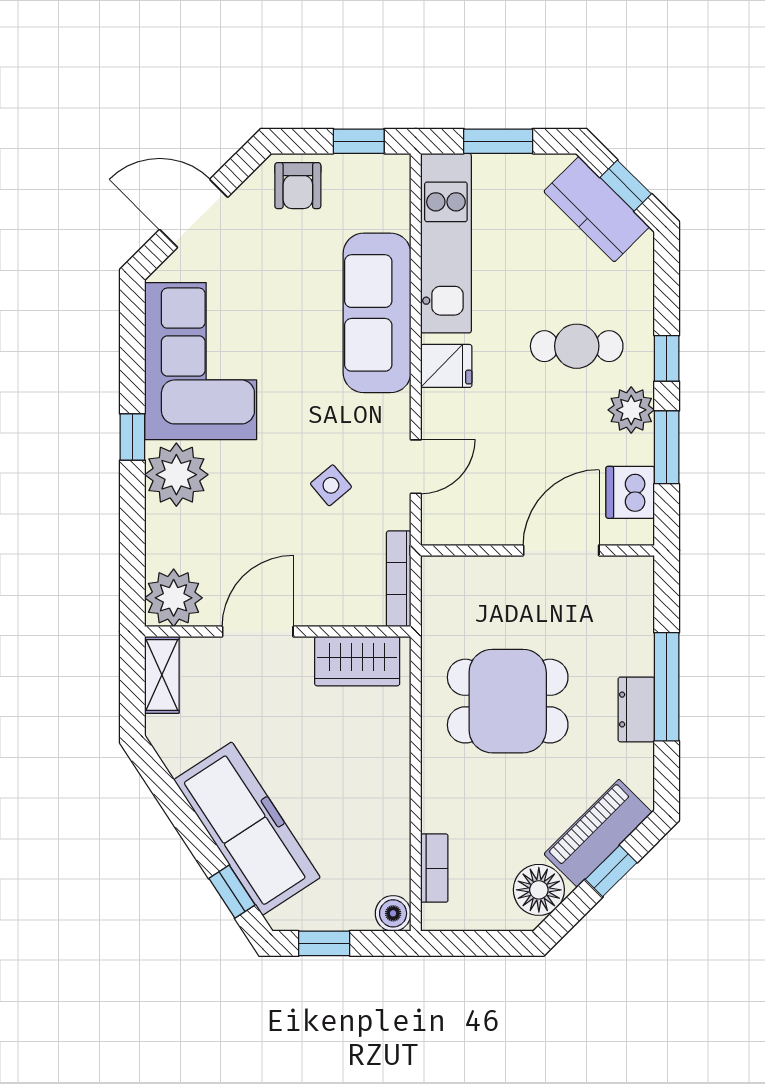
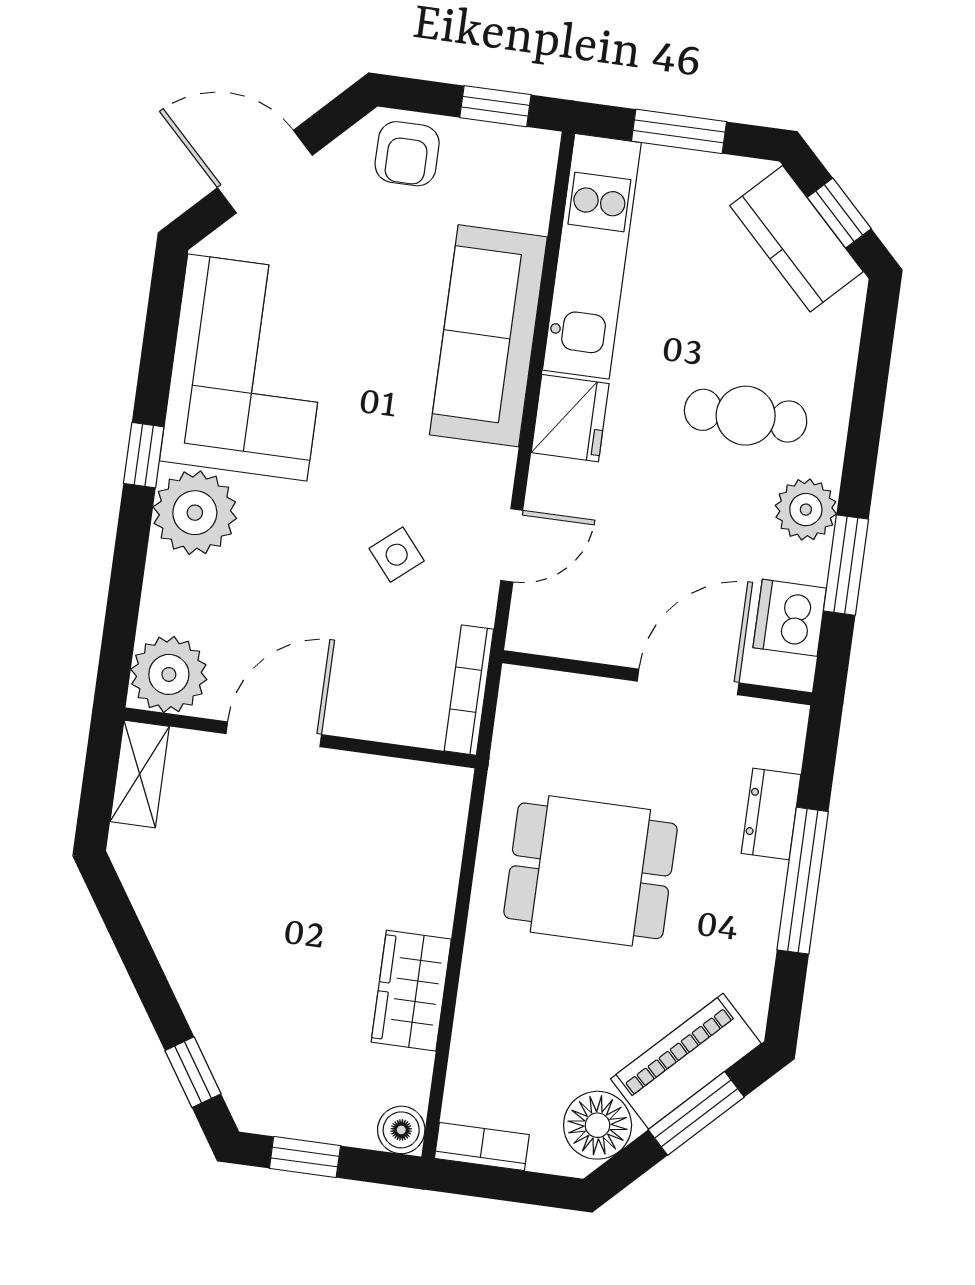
window: (667, 358) -> (862, 448), removed
fridge: (446, 366) -> (570, 418), width x1.38
wardrobe: (357, 661) -> (411, 991), moved, turned 90
dresser: (636, 709) -> (771, 814), moved
freezer: (247, 829) -> (224, 992), removed
bookcase: (434, 868) -> (482, 1147), moved, turned -90
window: (611, 871) -> (696, 1113), width x1.50

